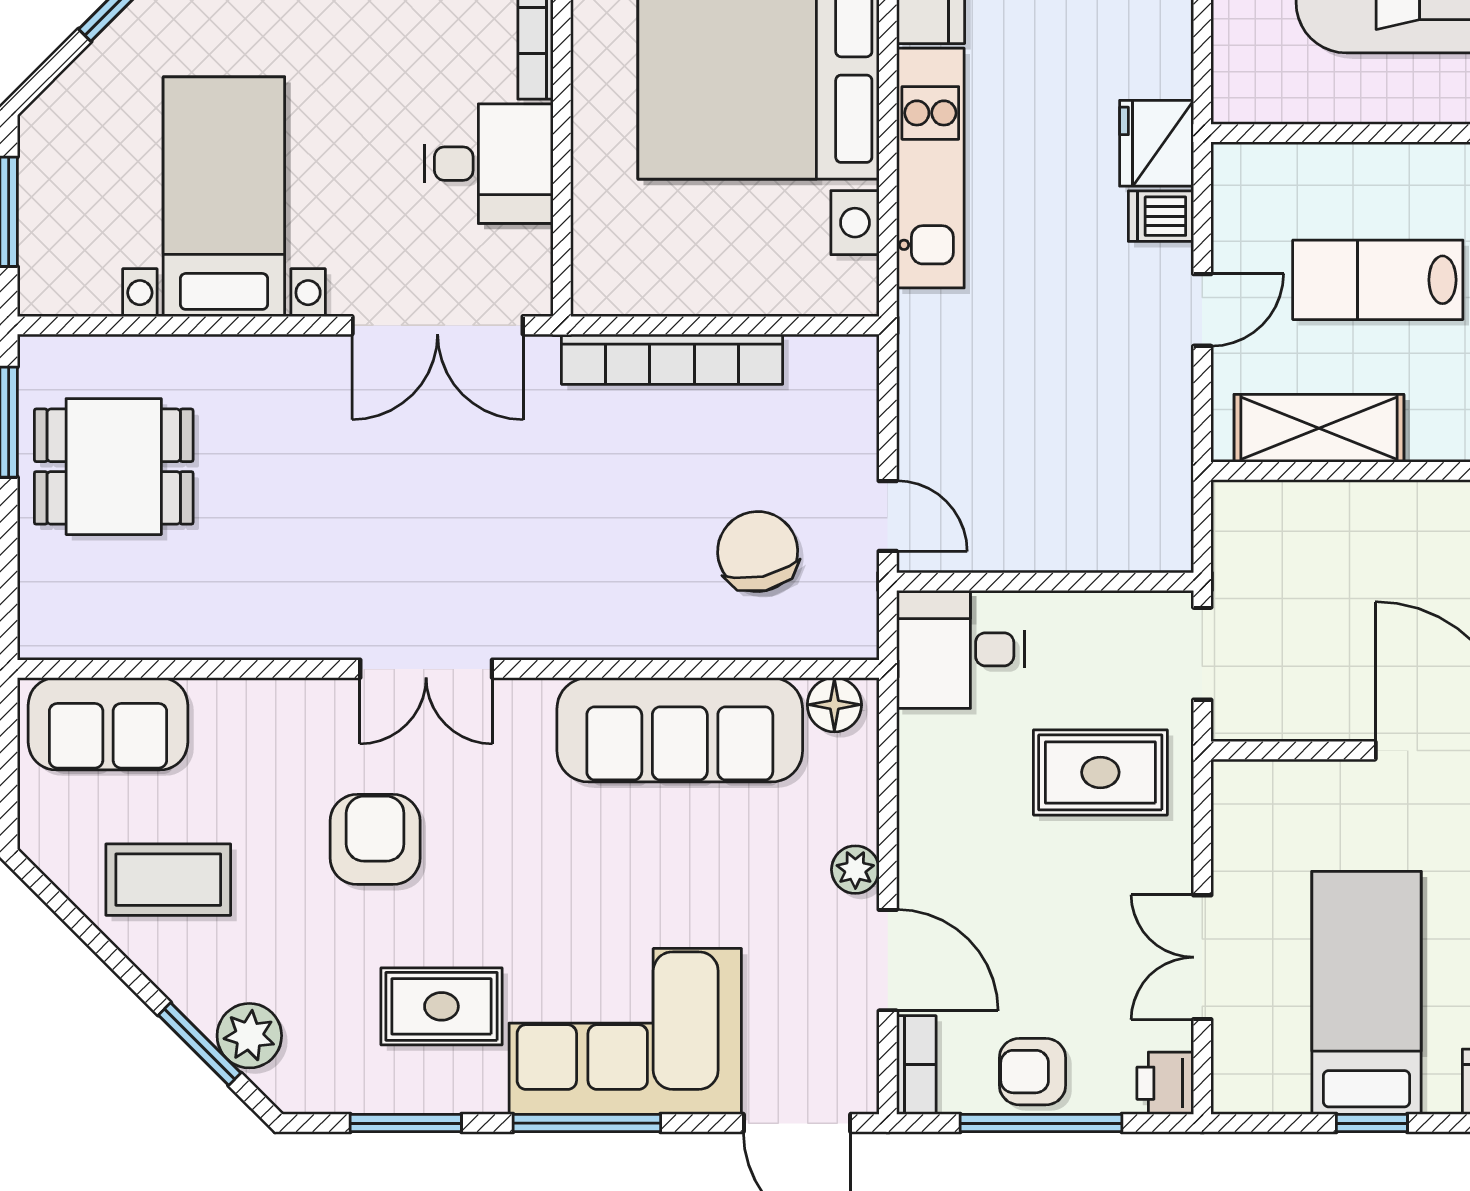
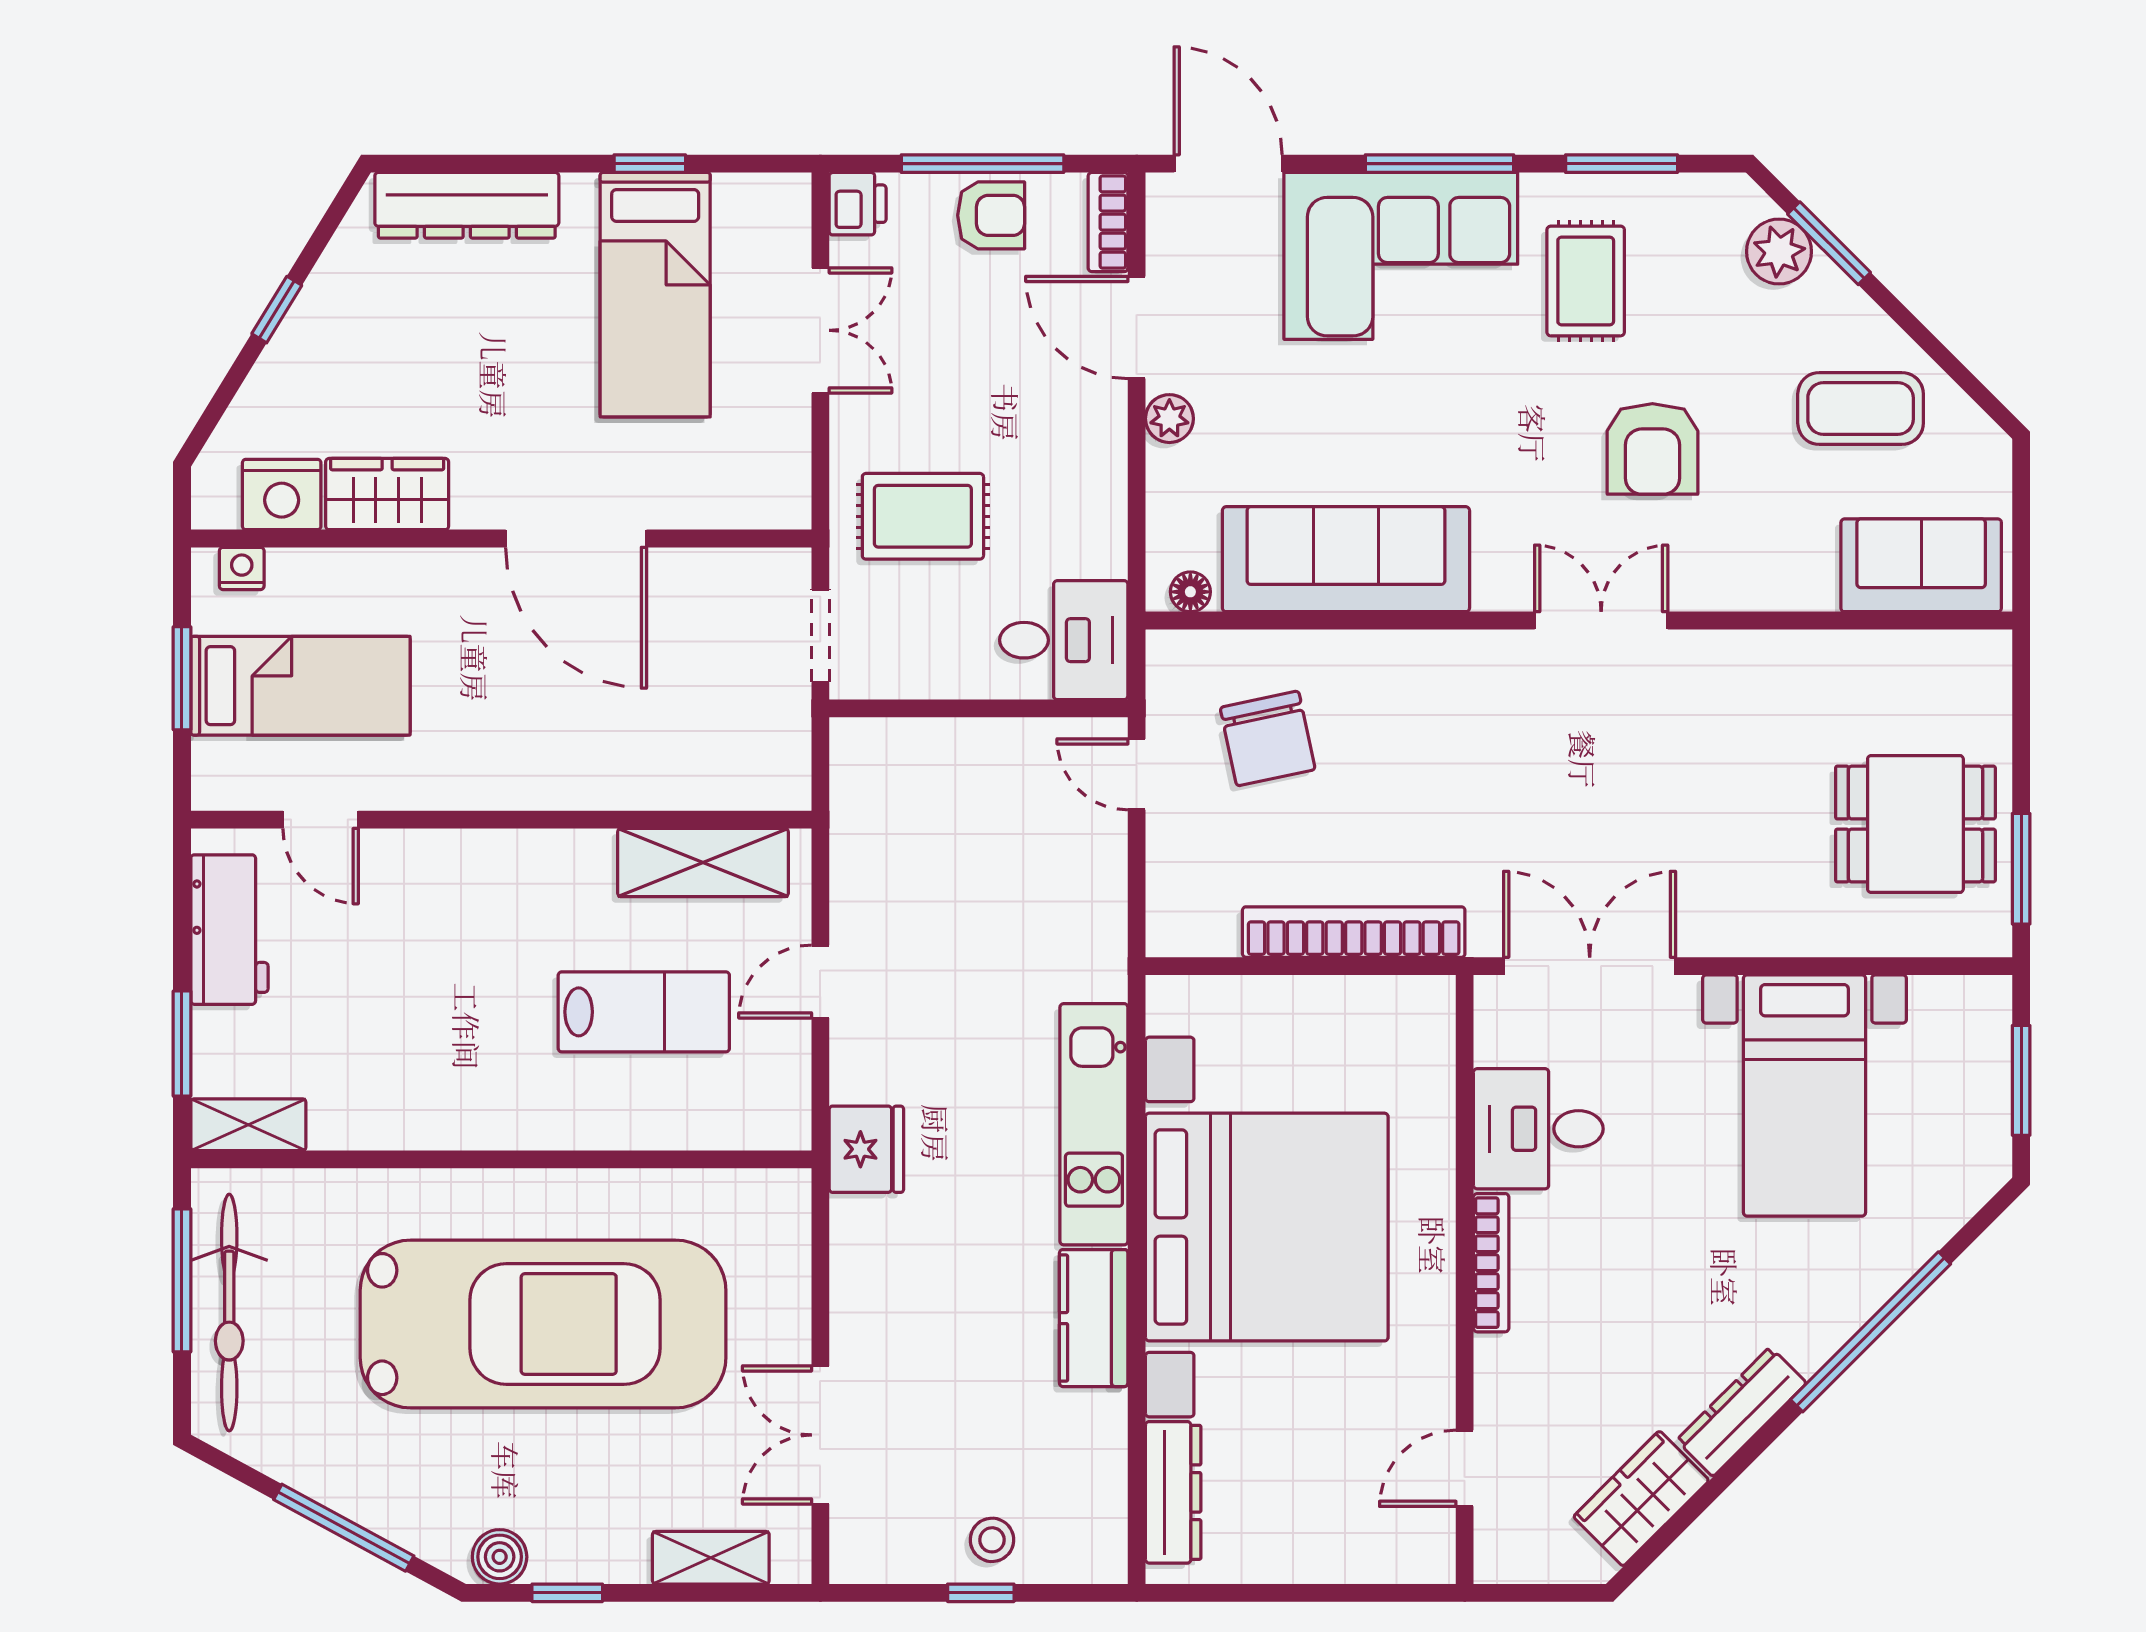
dishwasher: (1161, 216) -> (862, 1076), removed
floor lamp: (834, 705) -> (1190, 592), width x0.73, depth x0.73
rug: (441, 1006) -> (1586, 281), turned 90

